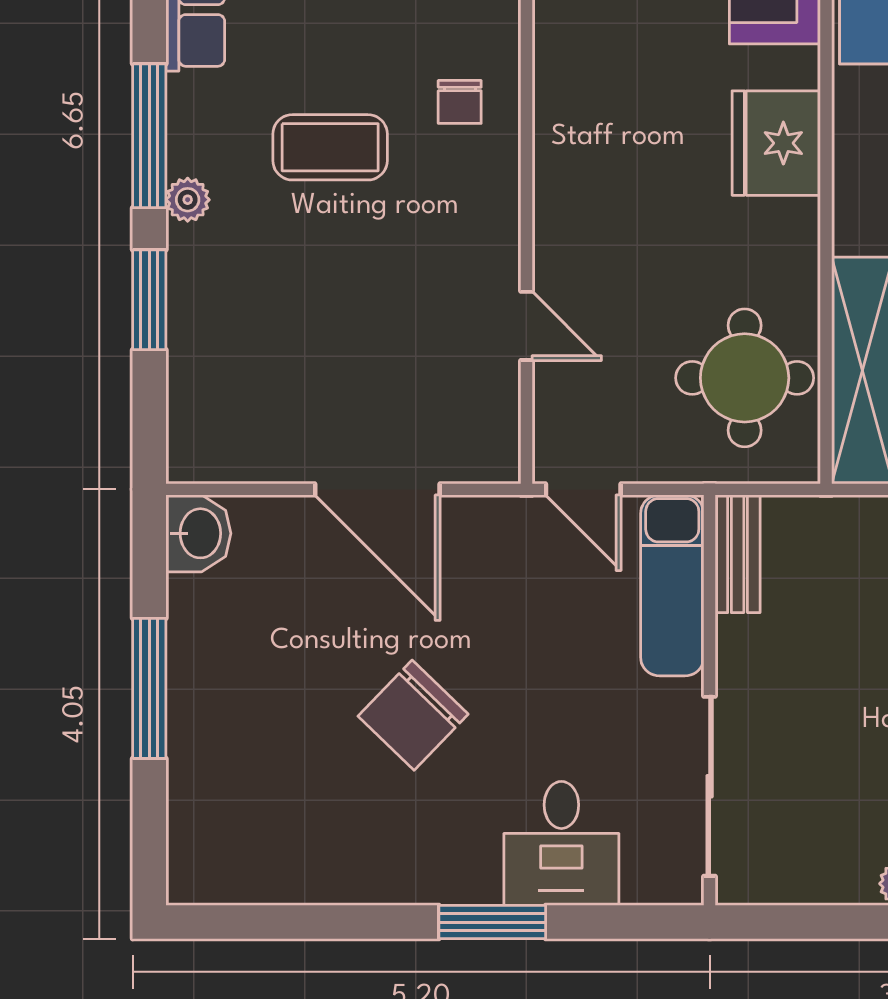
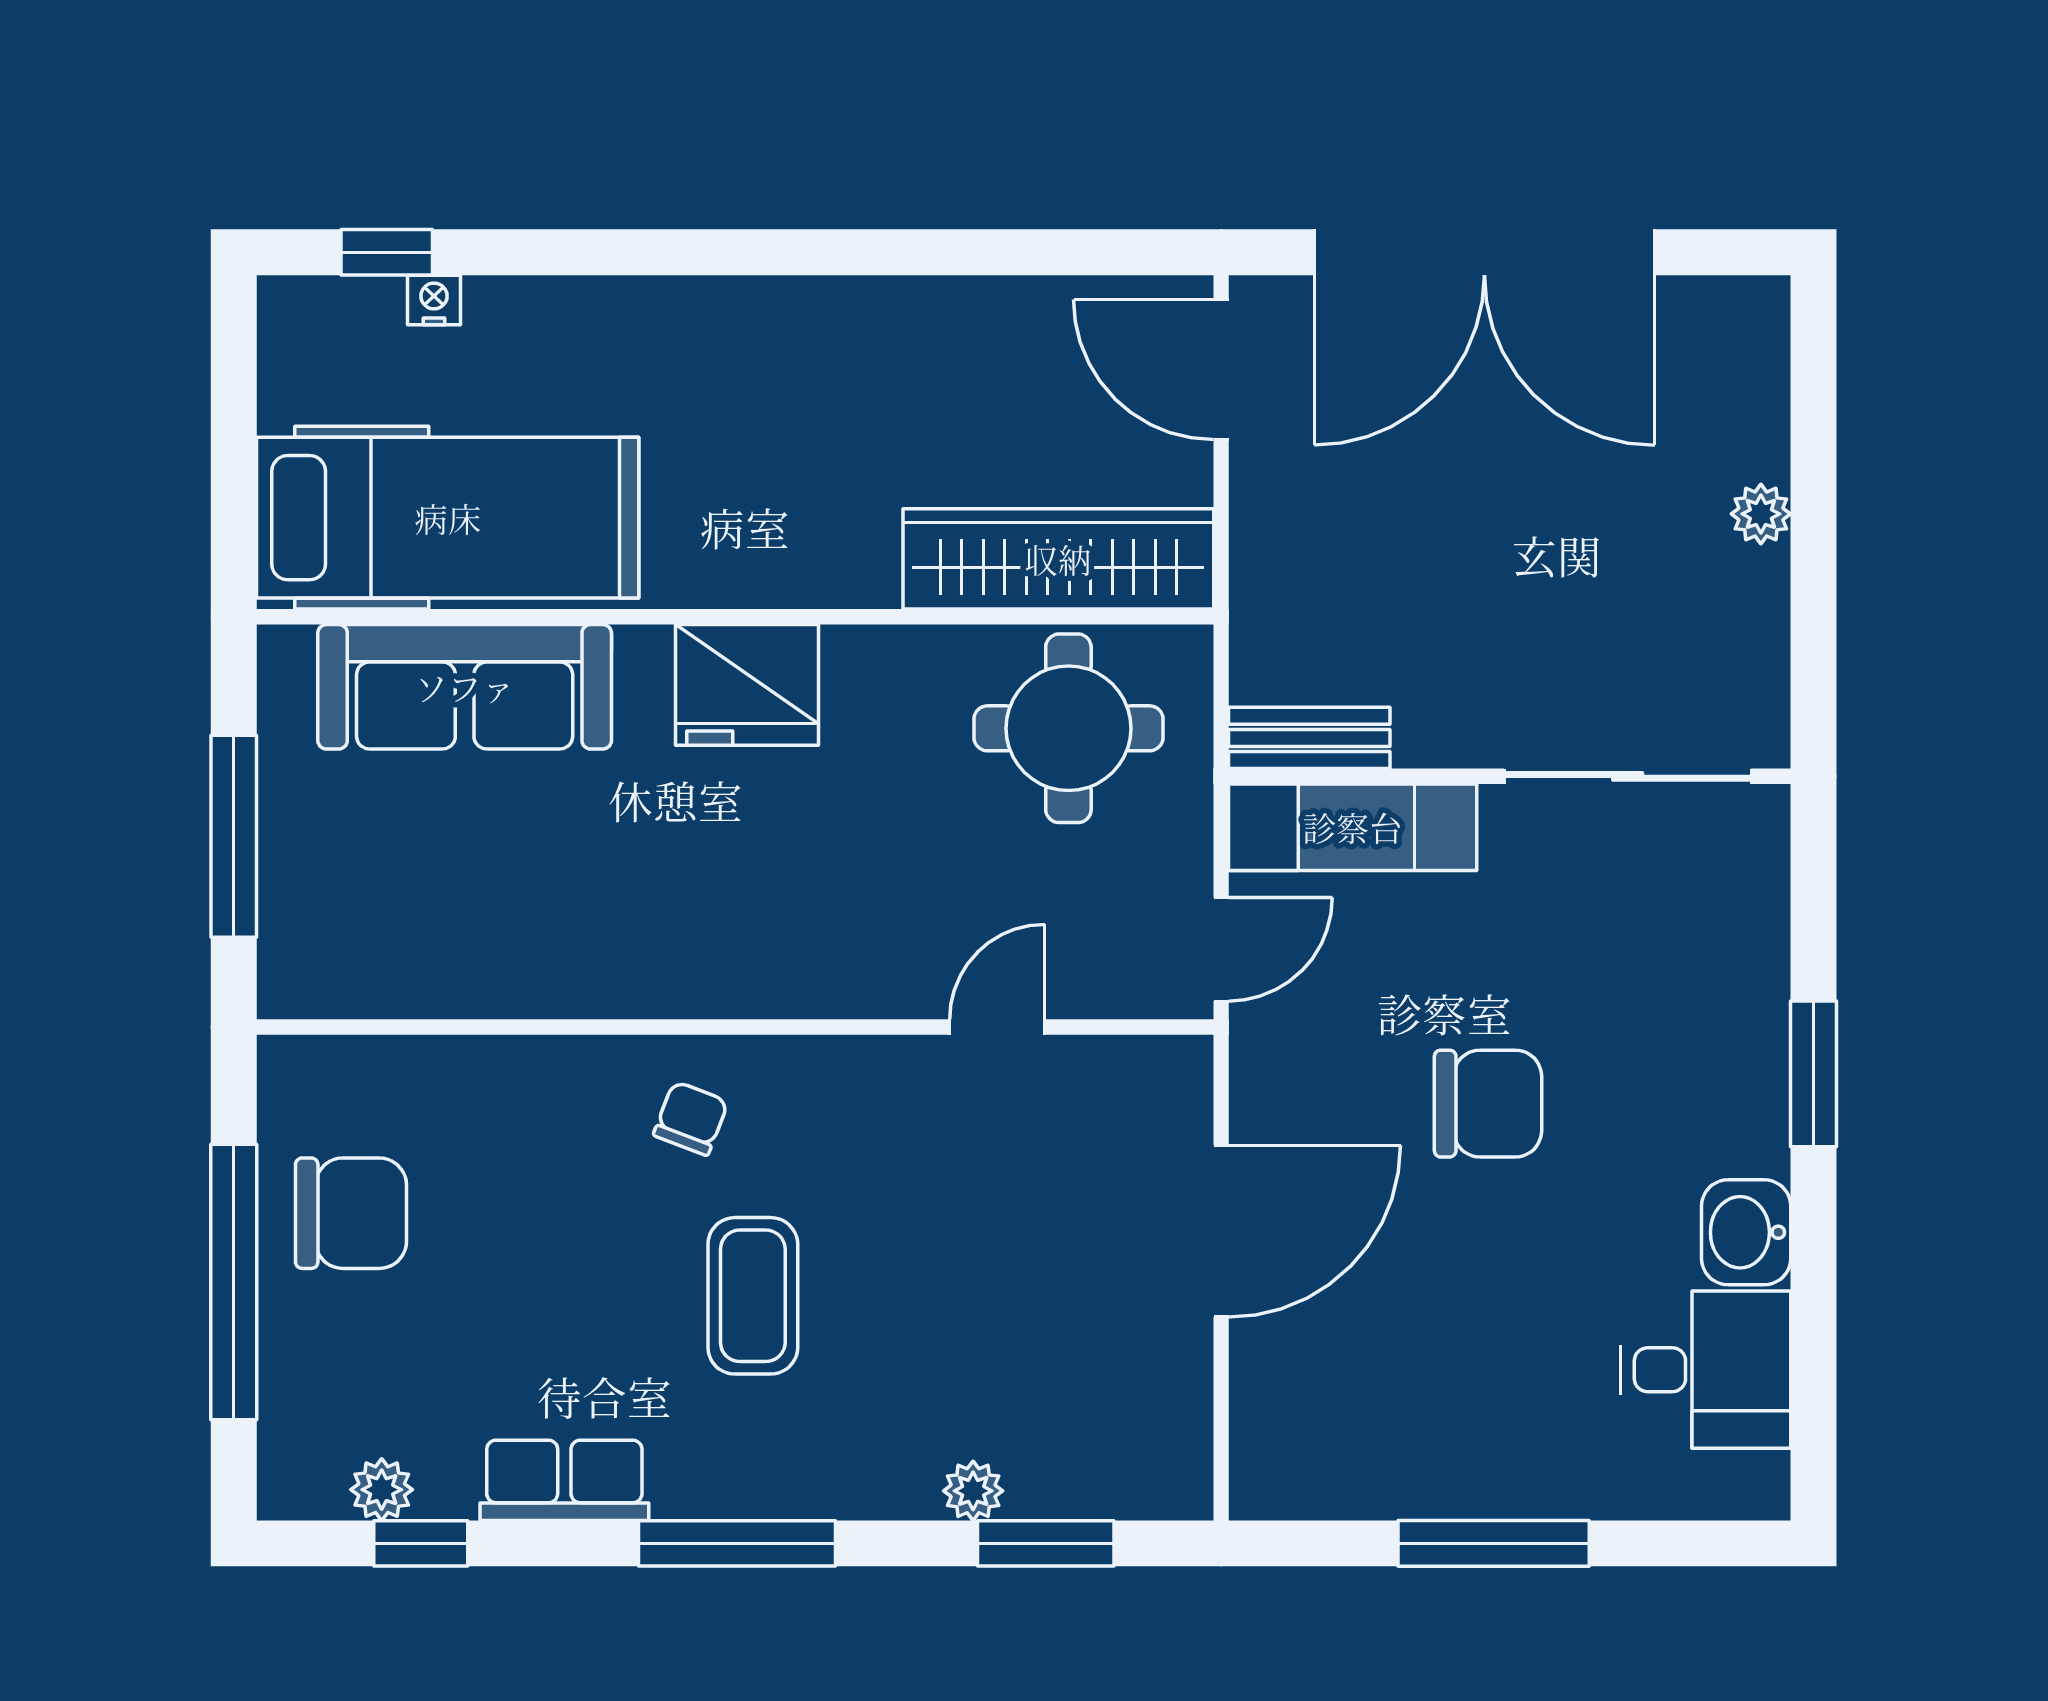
chair: (460, 102) -> (691, 1118), turned -69
plant: (188, 200) -> (973, 1491), moved
window: (149, 300) -> (1046, 1543), moved
washbasin: (198, 533) -> (1746, 1232), moved, turned -90
chair: (413, 715) -> (1488, 1104), moved, turned -44
desk: (561, 843) -> (1706, 1370), moved

